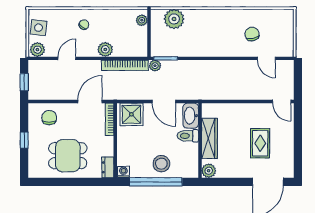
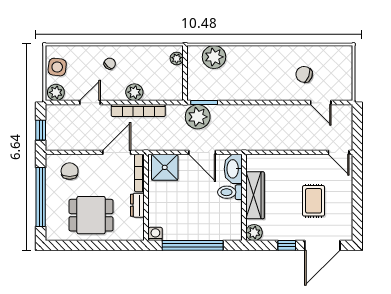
chair: (252, 34) -> (304, 74), turned -56
bookcase: (125, 65) -> (138, 111), moved
plant: (155, 66) -> (198, 117), width x1.87, depth x1.87
window: (24, 140) -> (41, 197), width x3.17
stool: (161, 164) -> (199, 224), removed
dresser: (108, 167) -> (137, 205), moved
window: (237, 182) -> (287, 245), added

